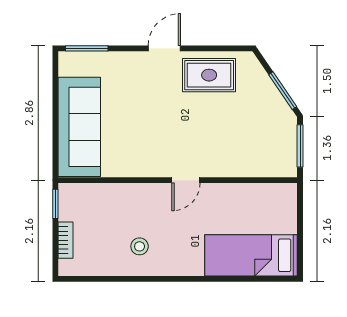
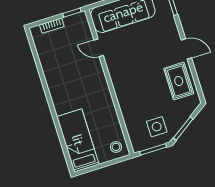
side table: (267, 130) -> (157, 127), added
door: (186, 180) -> (99, 48), moved
stool: (140, 246) -> (116, 147), moved

